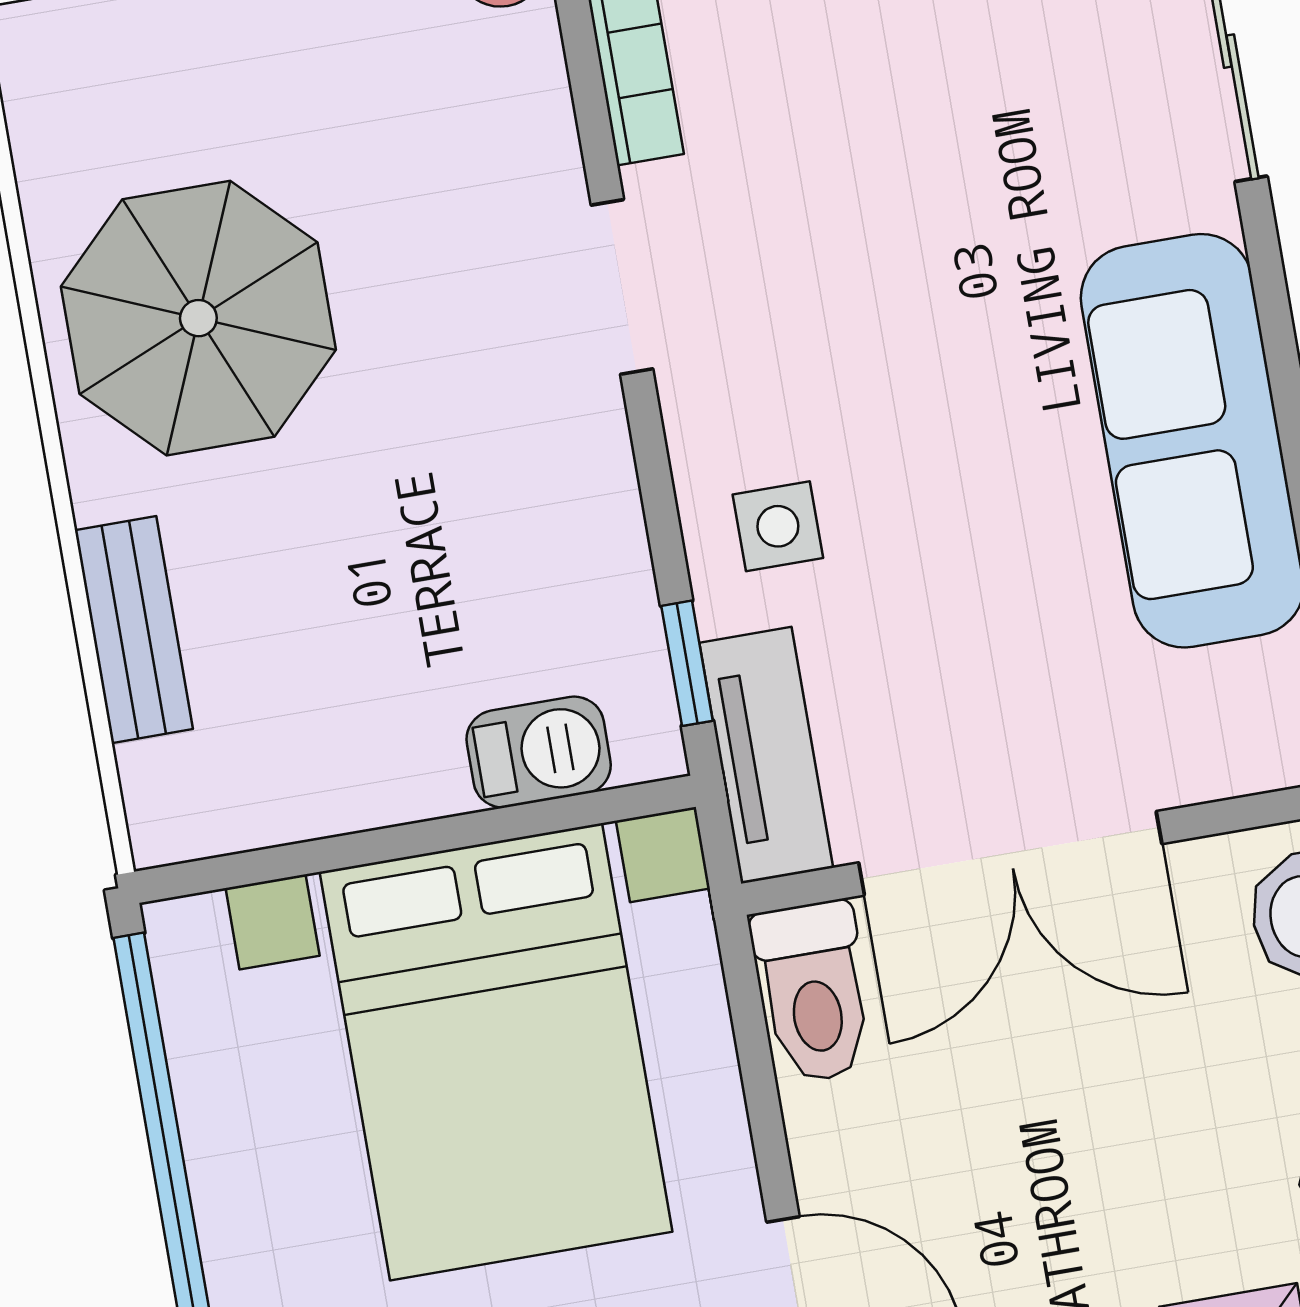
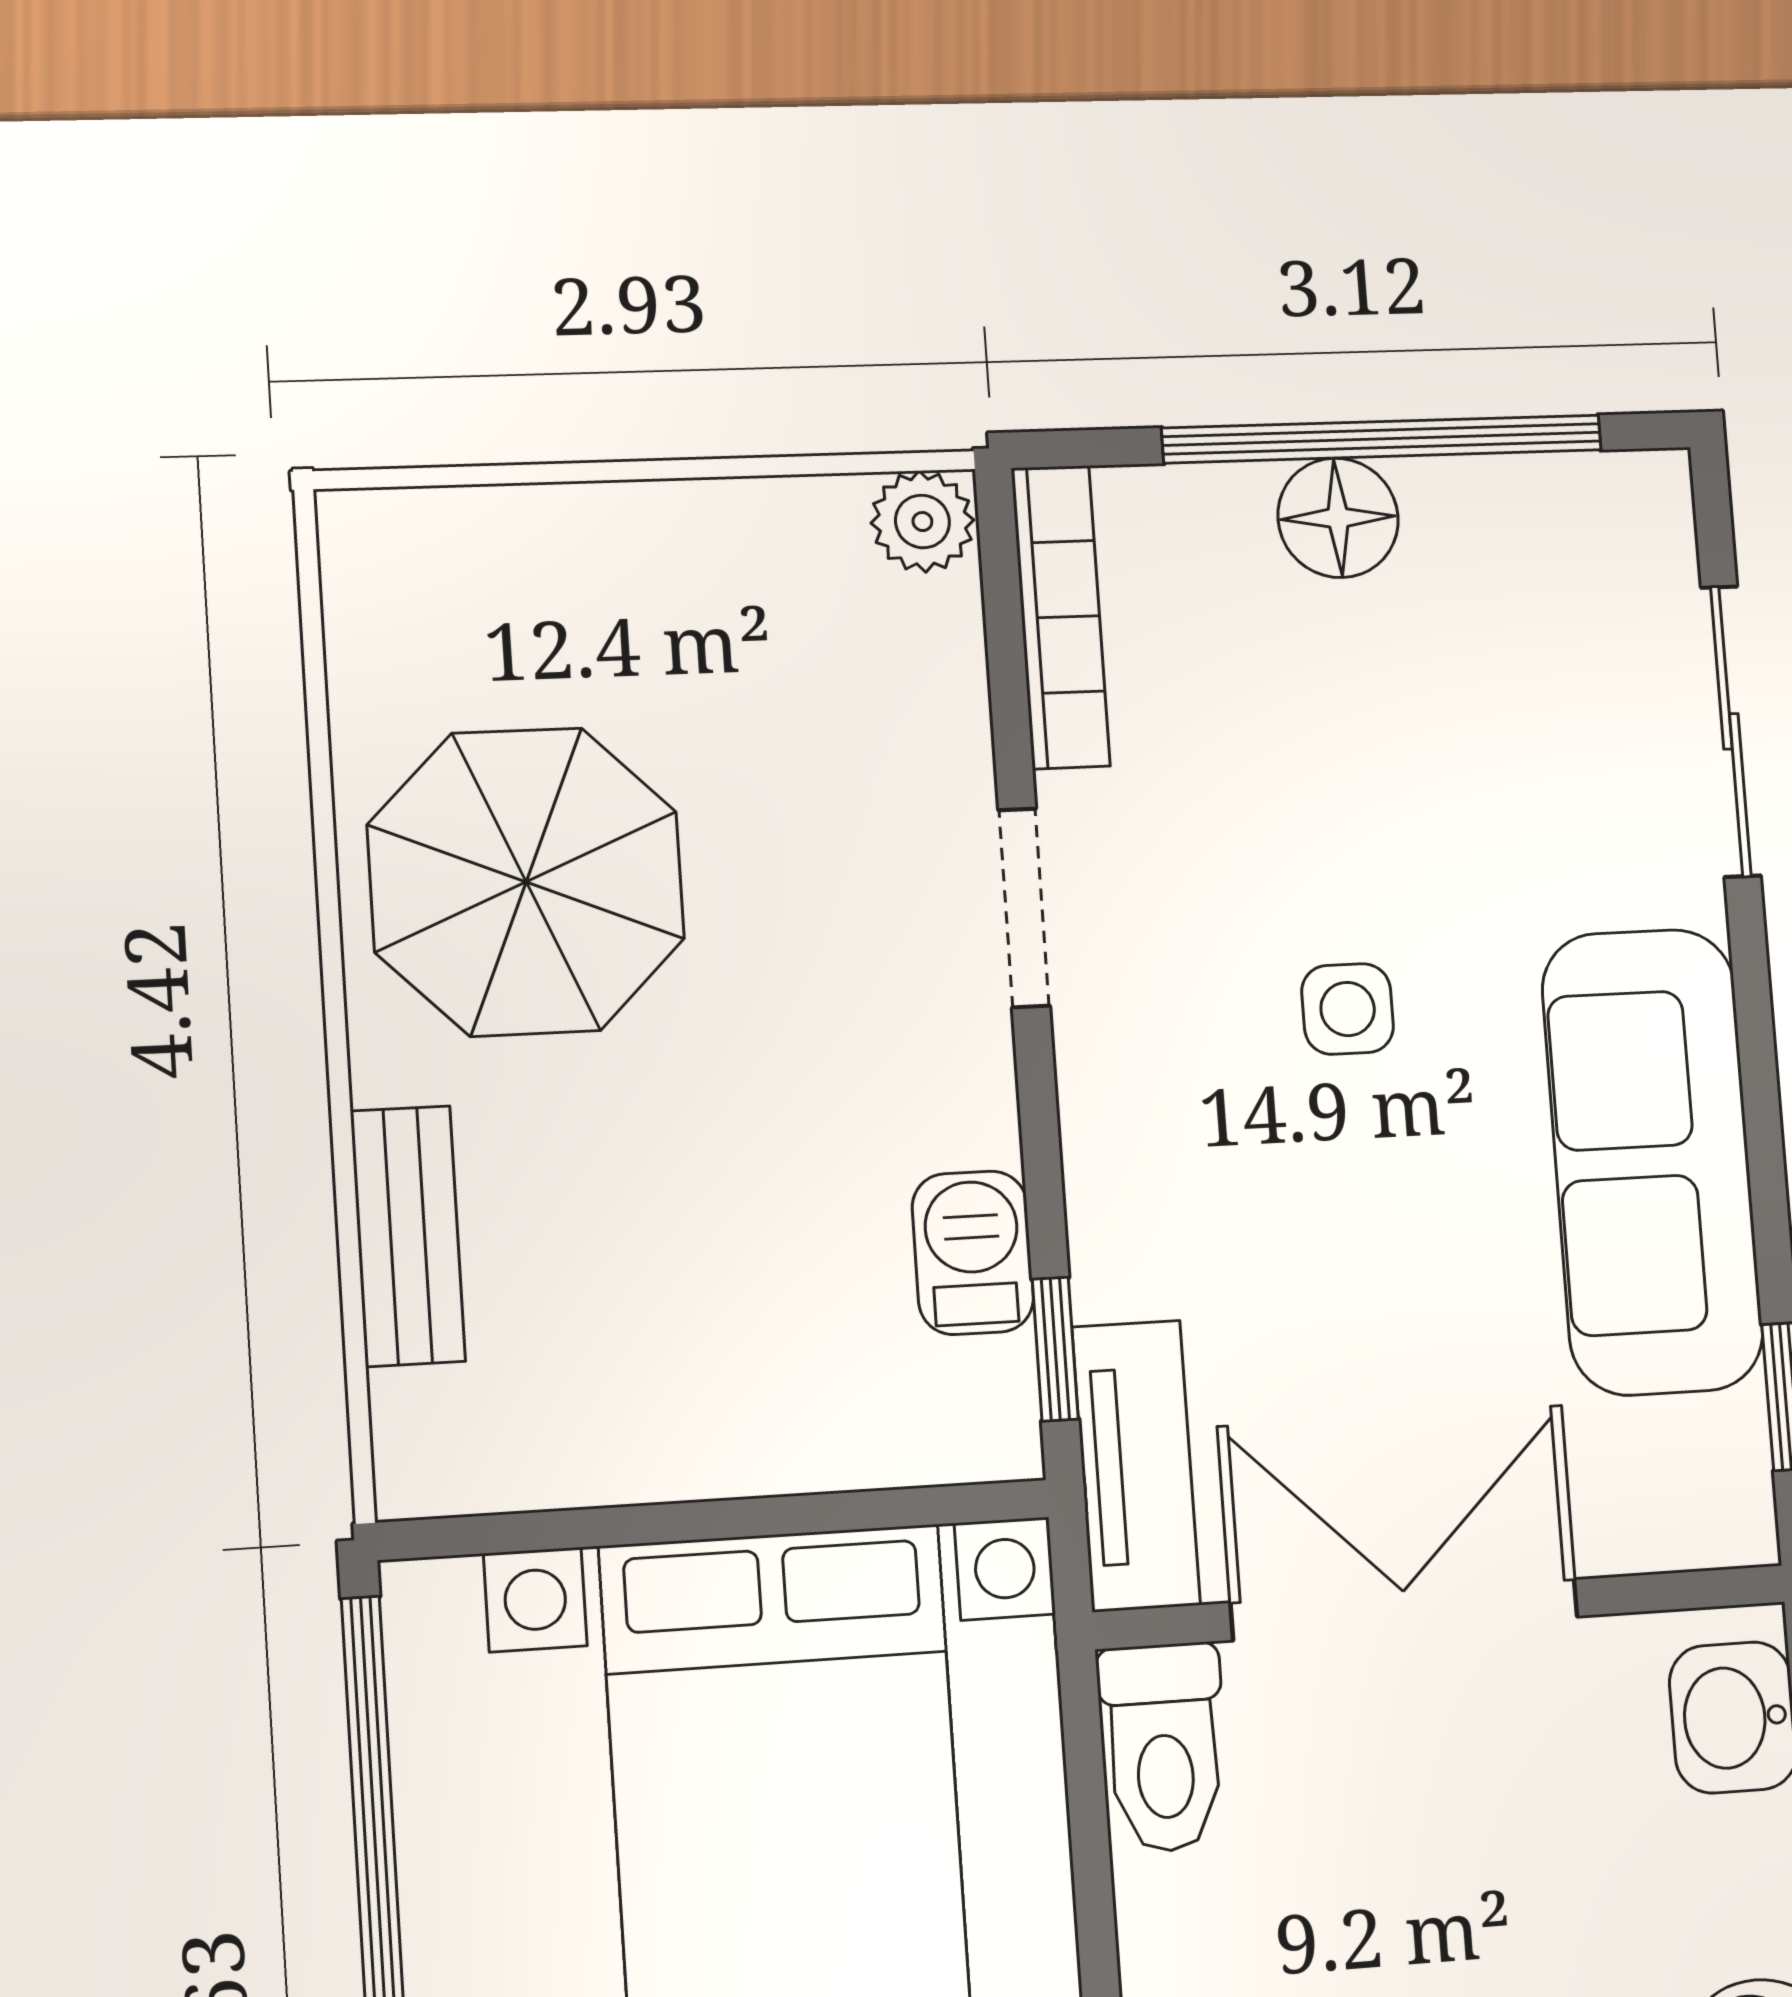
side table: (778, 526) -> (1348, 1009), moved
barbecue: (539, 752) -> (973, 1253), moved, turned -90
double door: (1010, 853) -> (1405, 1610), swing flipped

